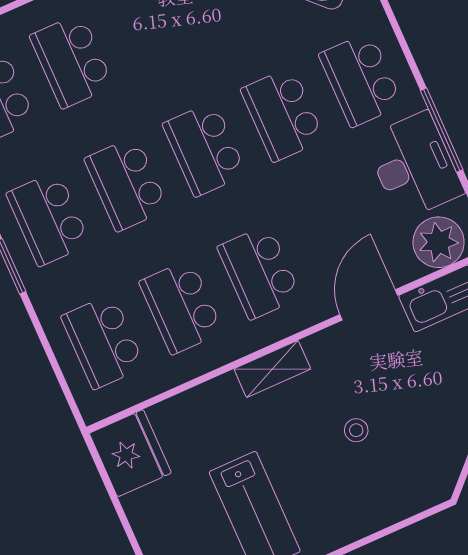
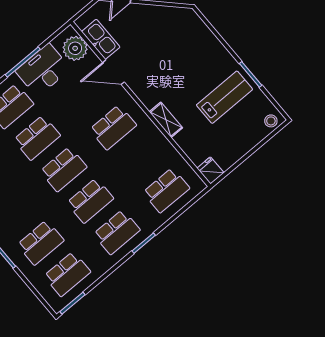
school desk: (181, 307) -> (140, 159), removed
shelving: (272, 369) -> (166, 120), moved
stool: (356, 430) -> (173, 61), removed
fridge: (130, 453) -> (210, 170), width x0.53, depth x0.75

